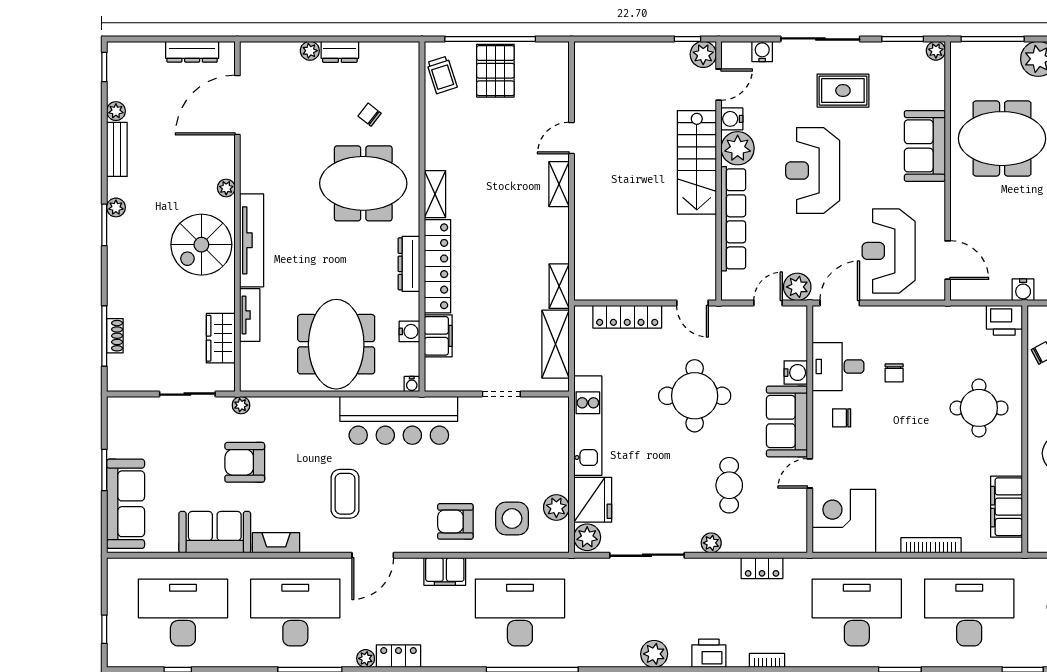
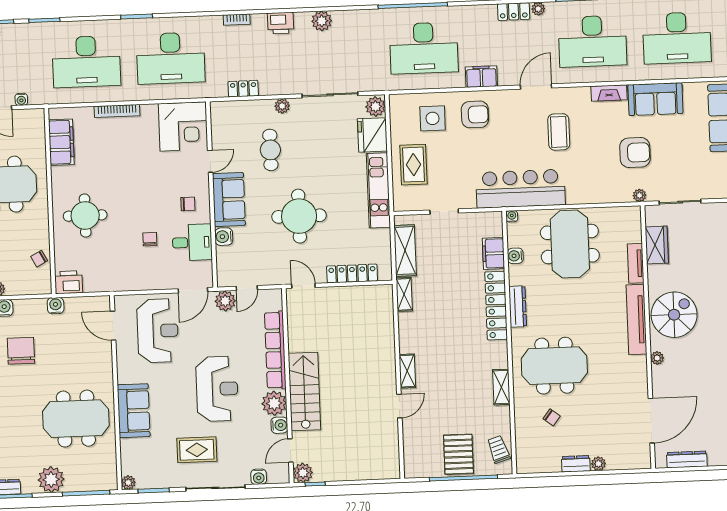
shelving: (435, 194) -> (501, 387), moved
rug: (540, 458) -> (414, 165), added
plant: (556, 507) -> (400, 128), removed

